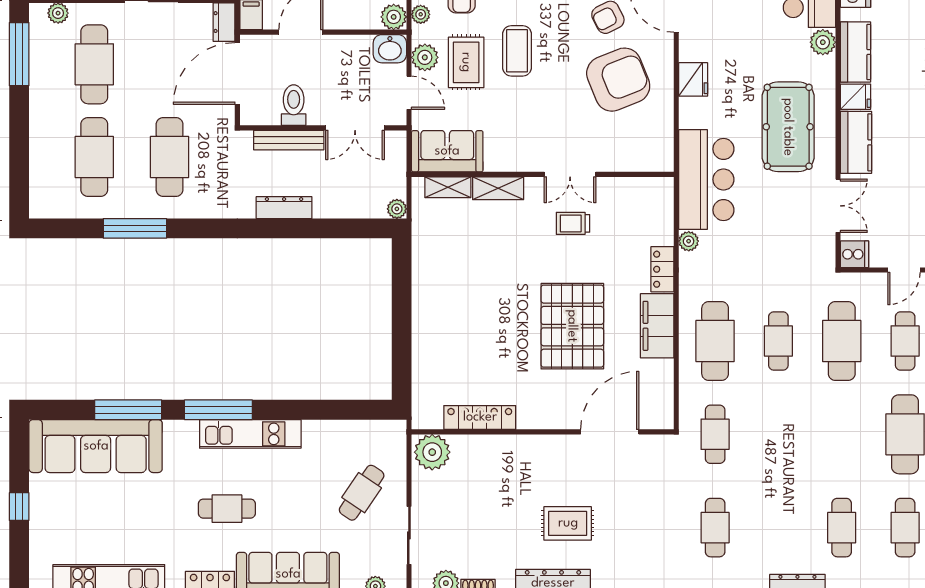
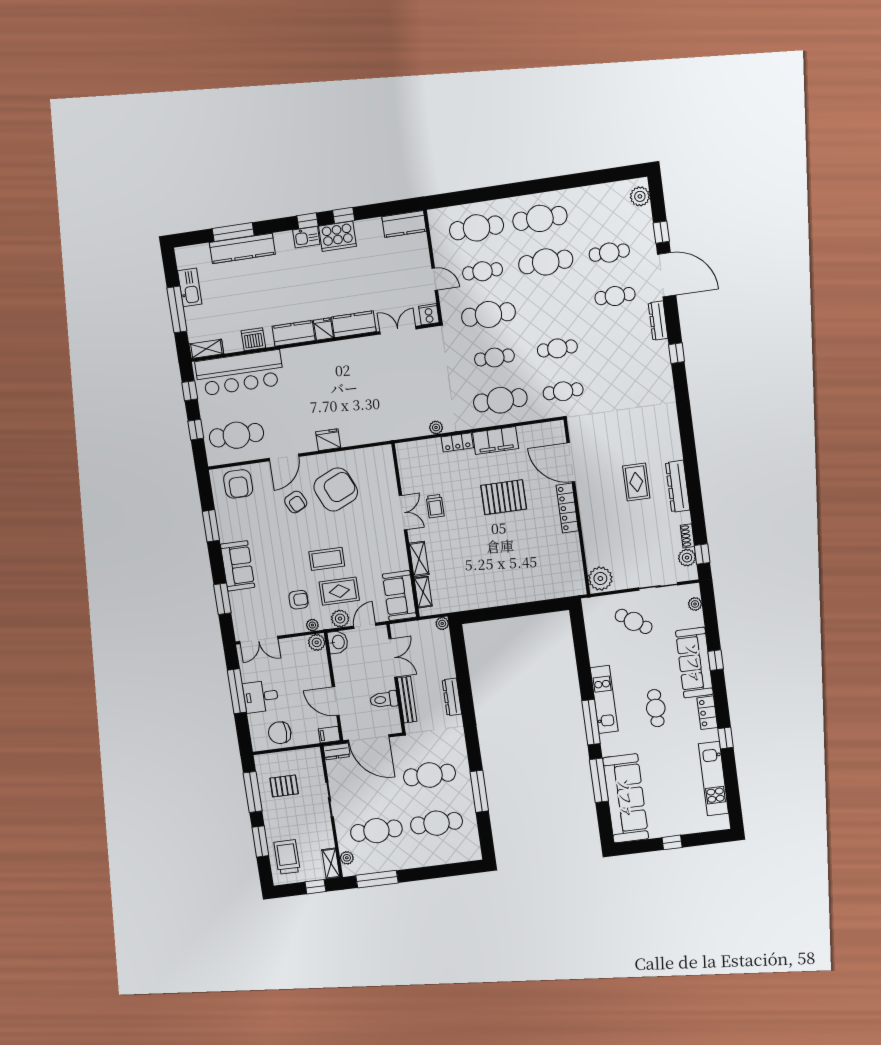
plant: (823, 42) -> (291, 356), removed
armchair: (618, 80) -> (336, 489), turned 88
pool table: (788, 127) -> (350, 372), removed
bar counter: (706, 179) -> (393, 421), removed
pallet: (572, 326) -> (504, 497), width x0.73, depth x0.71
locker: (480, 417) -> (567, 508), moved
cafe table: (715, 528) -> (557, 348), moved

